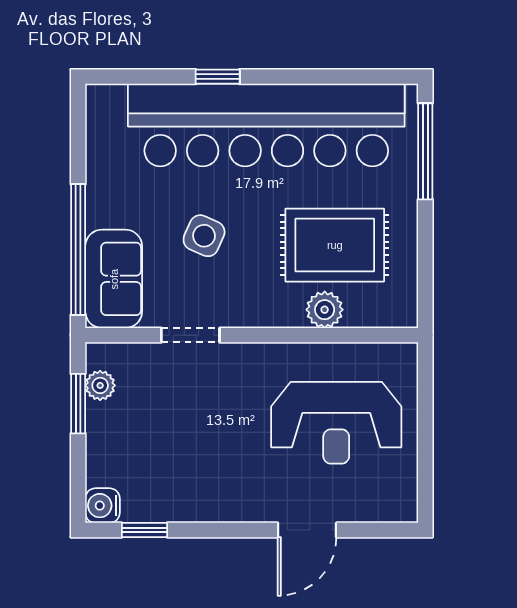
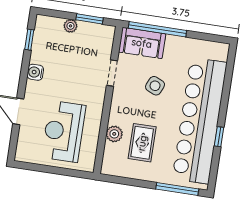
window: (218, 77) -> (219, 137), moved
rug: (335, 245) -> (142, 143), width x0.73, depth x0.70
plant: (100, 385) -> (70, 26), moved
water cooler: (103, 506) -> (35, 72), moved, turned -90

